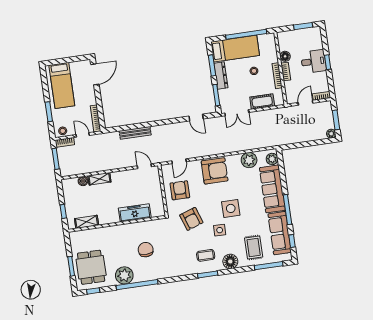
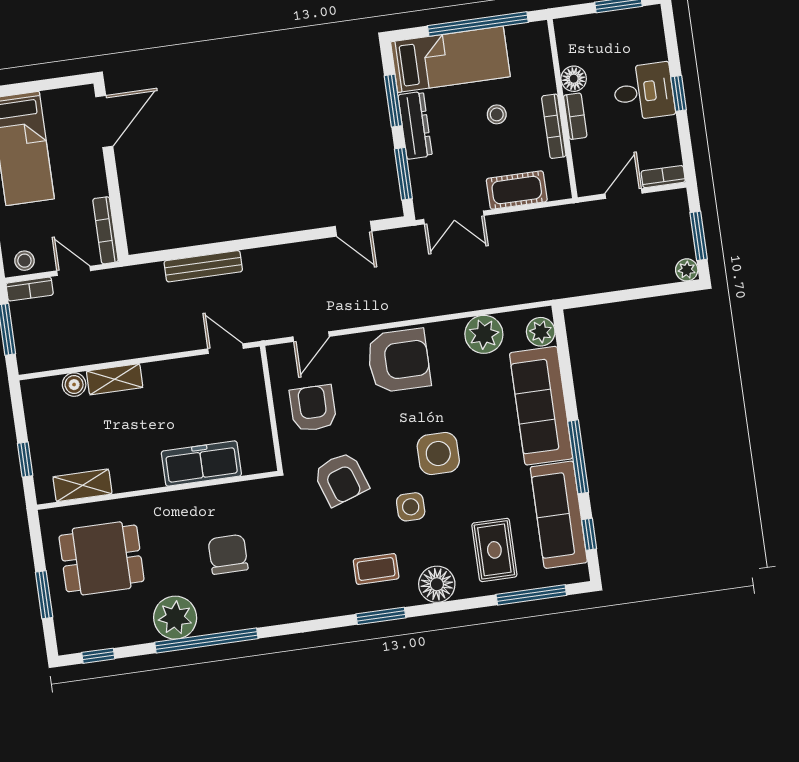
dining table: (91, 267) -> (102, 558), moved, turned 90

